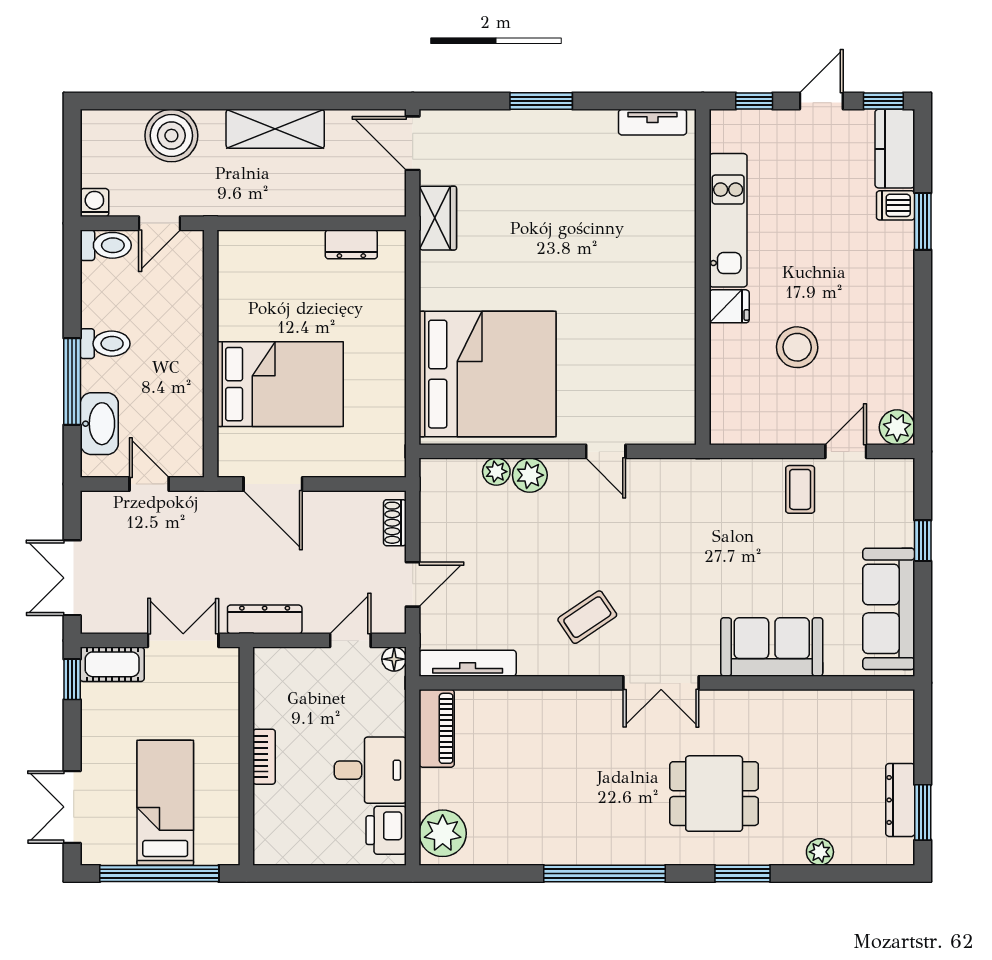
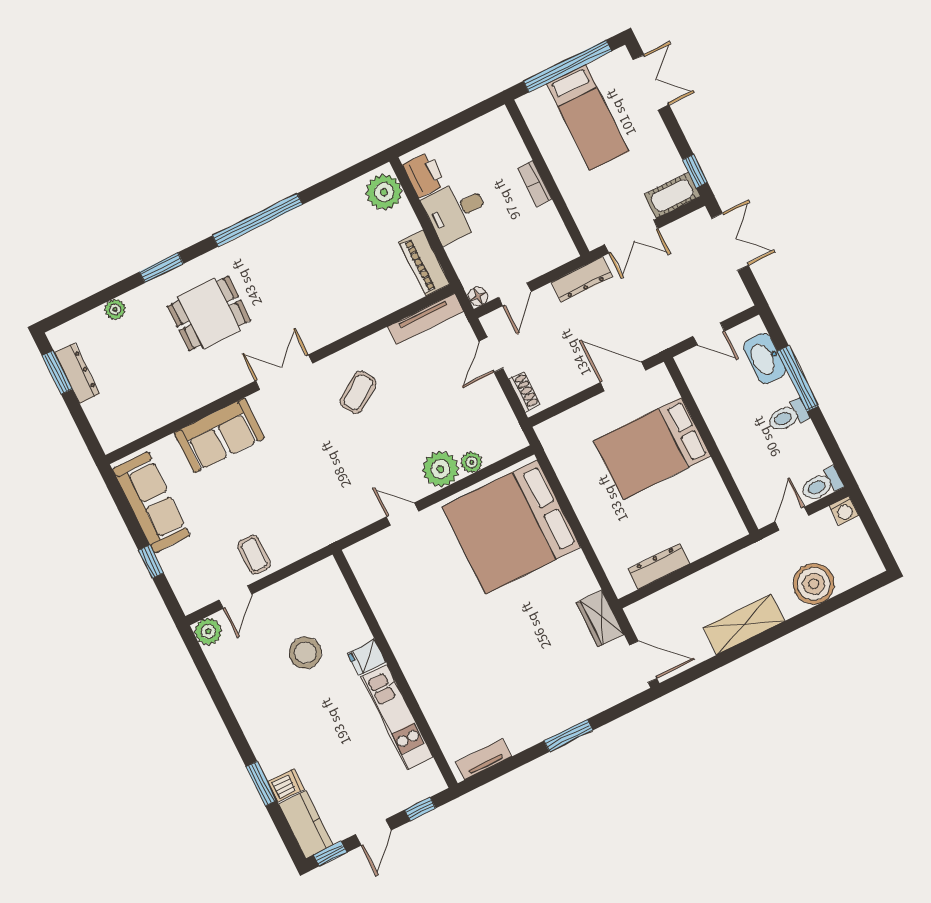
dresser: (351, 244) -> (659, 566), width x1.44
plant: (530, 475) -> (441, 469), width x1.36, depth x1.36

